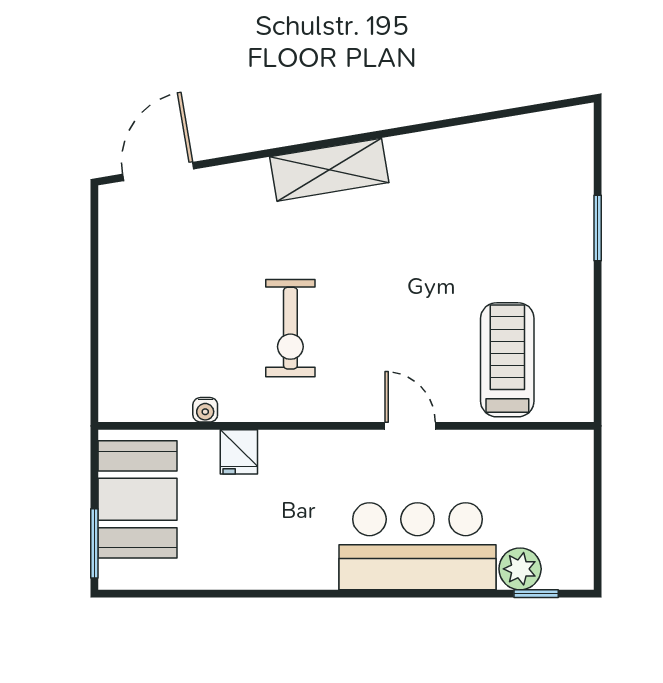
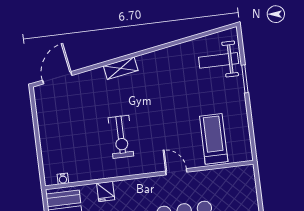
shelving: (329, 170) -> (121, 68), width x0.67, depth x0.75
weight bench: (541, 177) -> (219, 60), added
water cooler: (205, 410) -> (63, 179), moved

